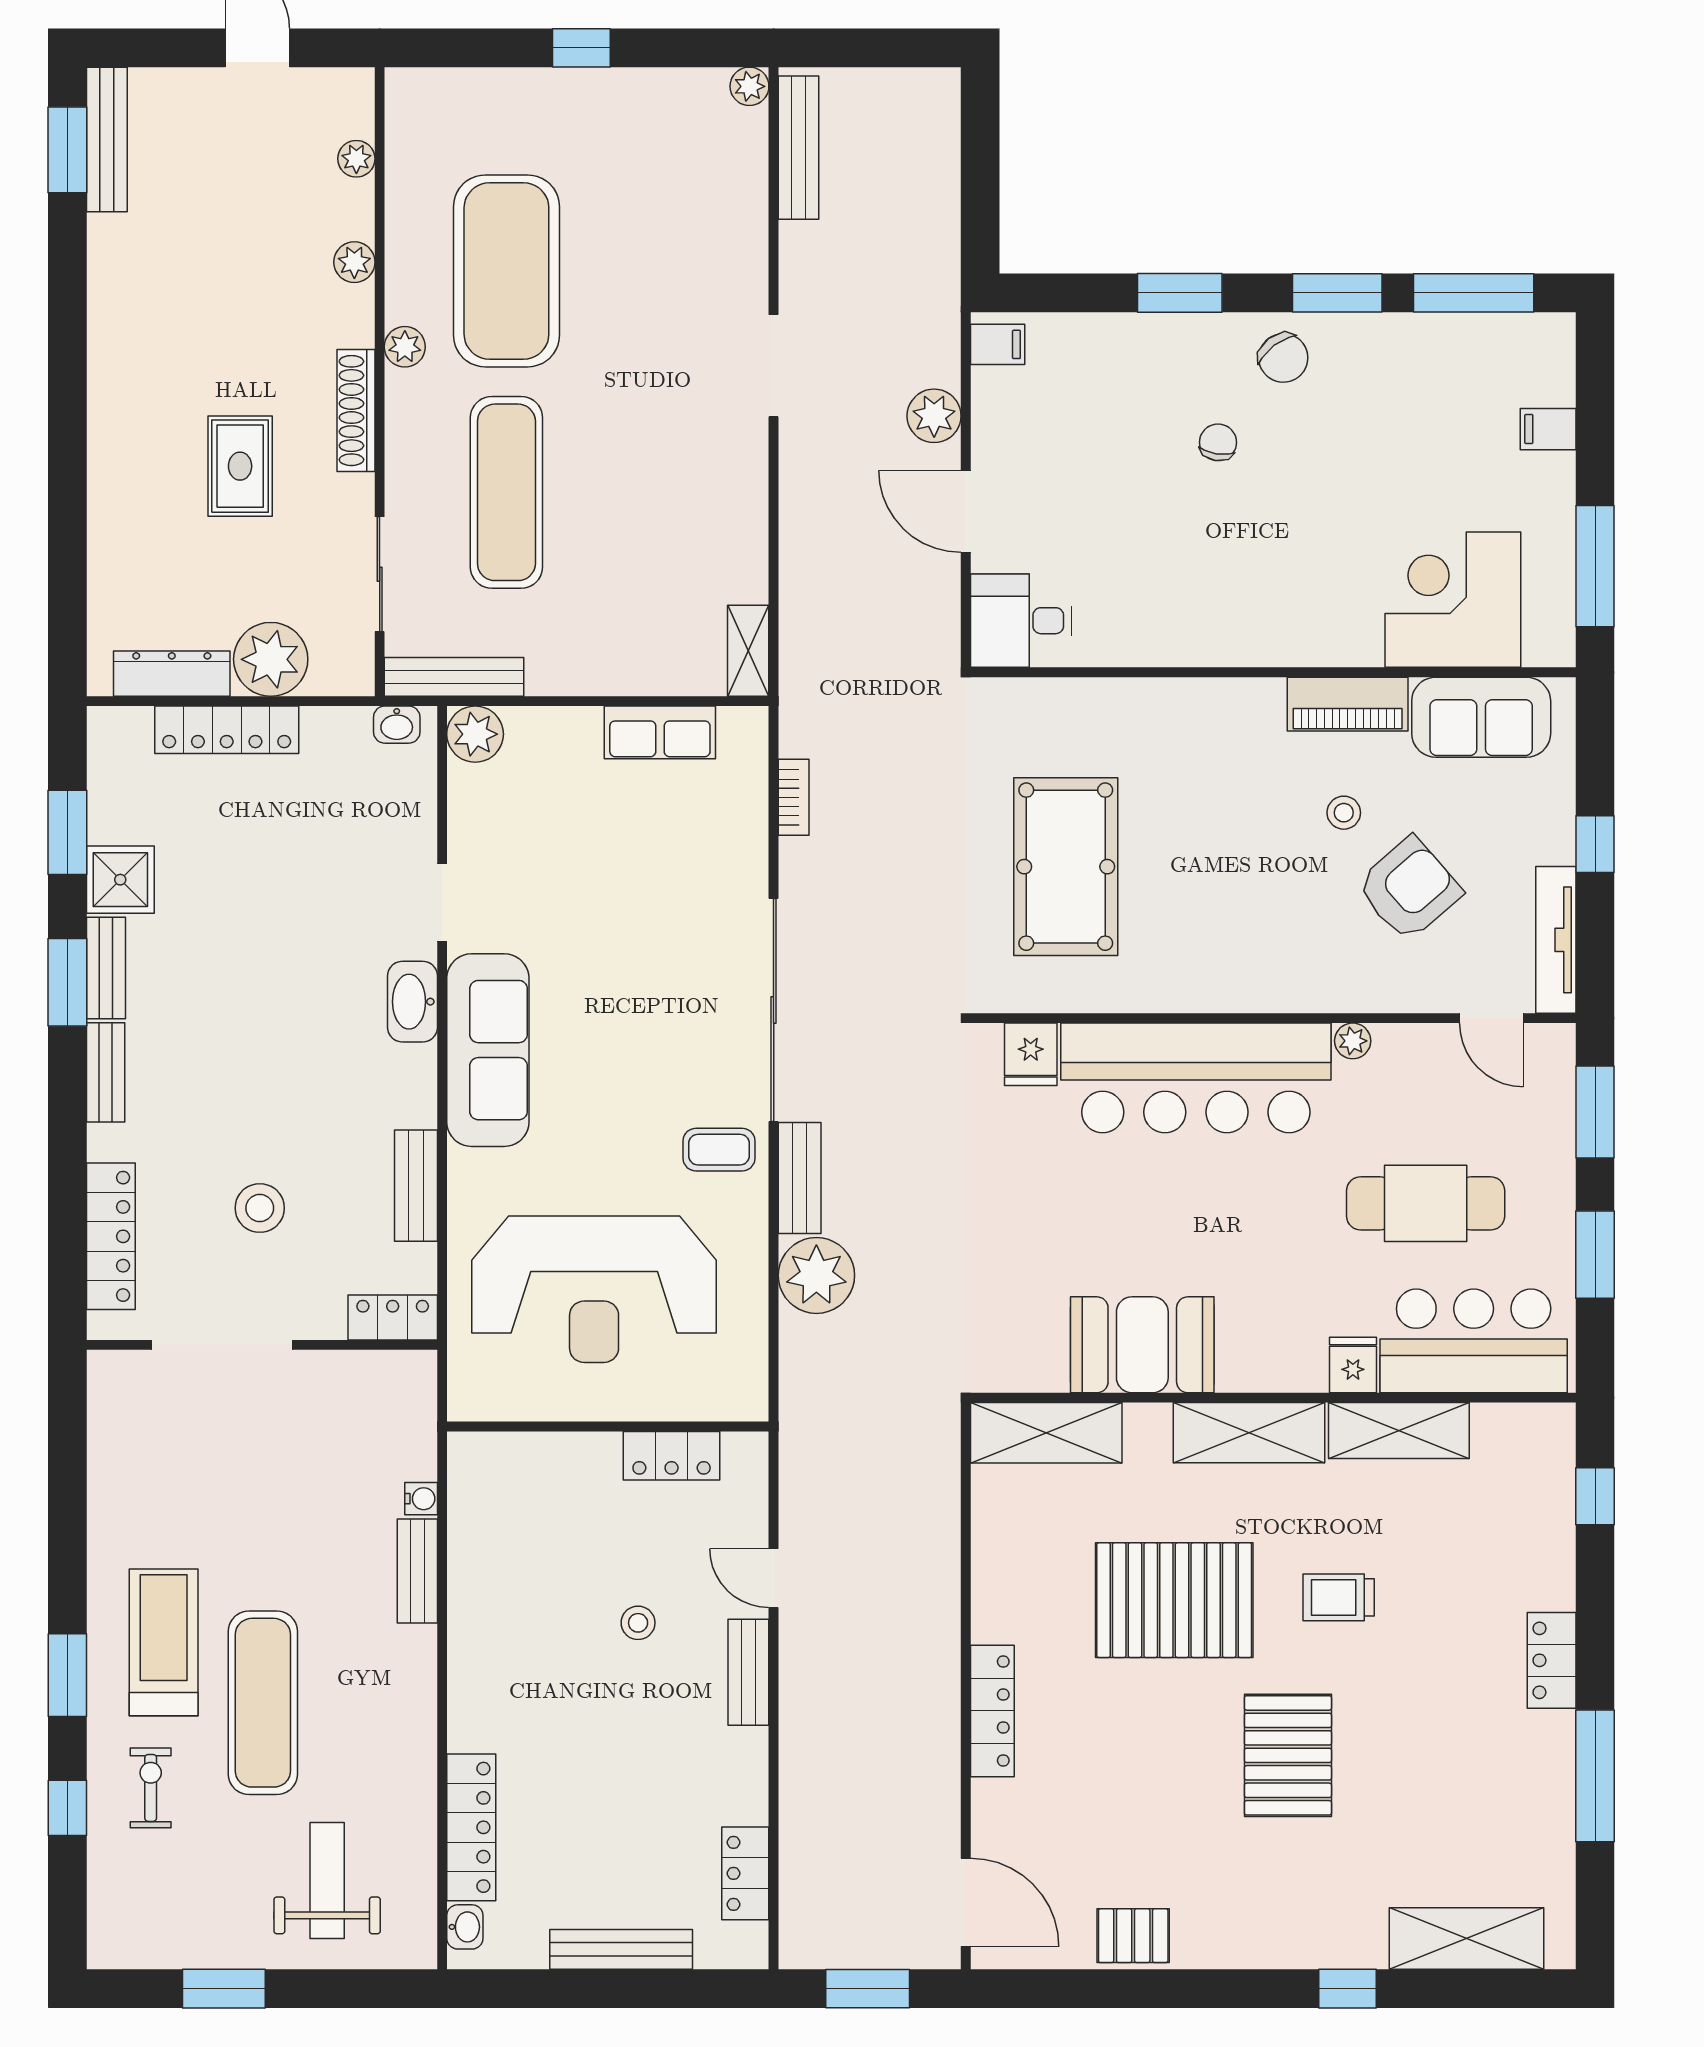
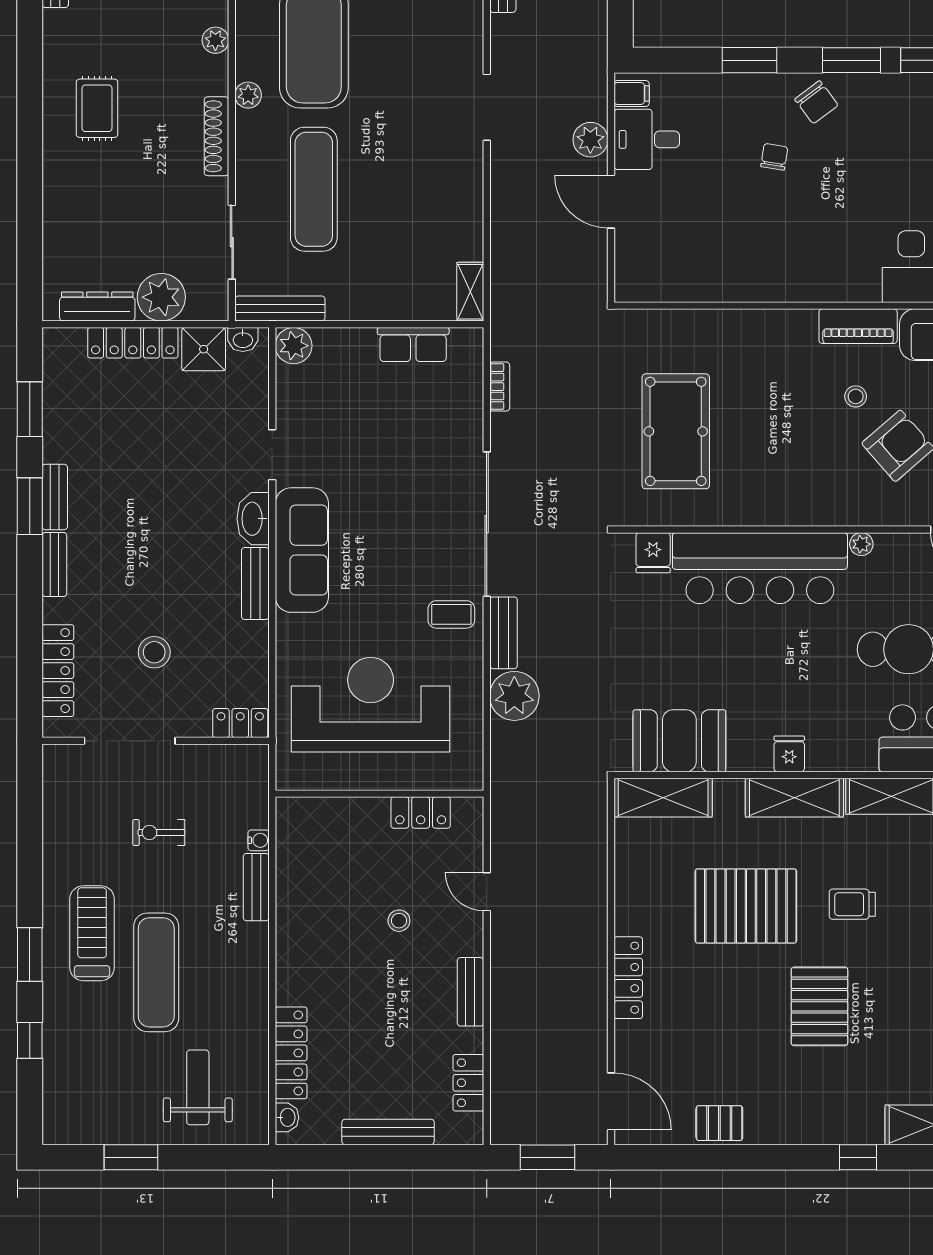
rug: (240, 466) -> (97, 108), moved
desk: (1021, 621) -> (647, 139), moved
shower: (120, 880) -> (204, 349), moved
bench: (416, 1186) -> (255, 584), moved
reception desk: (594, 1289) -> (371, 705), turned 180
booth: (1142, 1345) -> (679, 741), moved
fridge: (1353, 1365) -> (789, 754), moved
bench: (748, 1672) -> (470, 992), moved
exercise bike: (151, 1788) -> (159, 833), moved, turned -90

